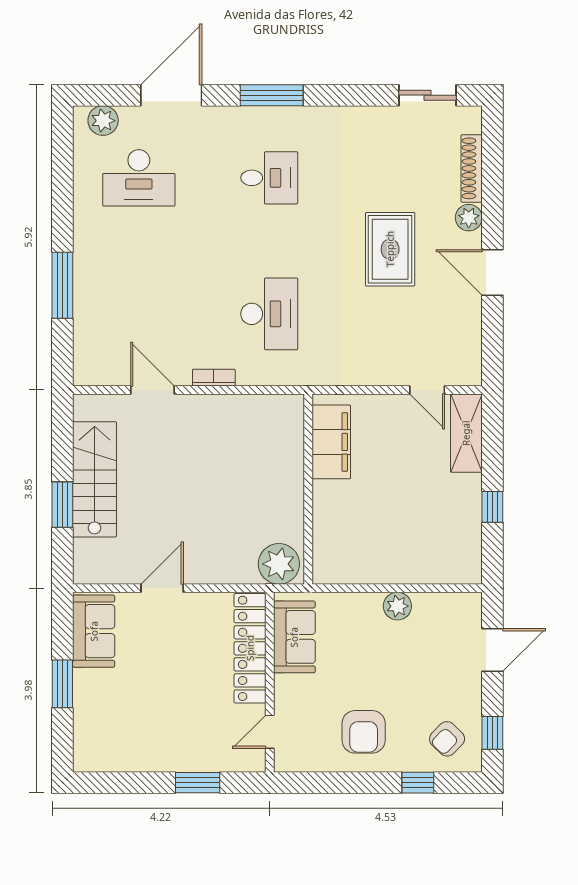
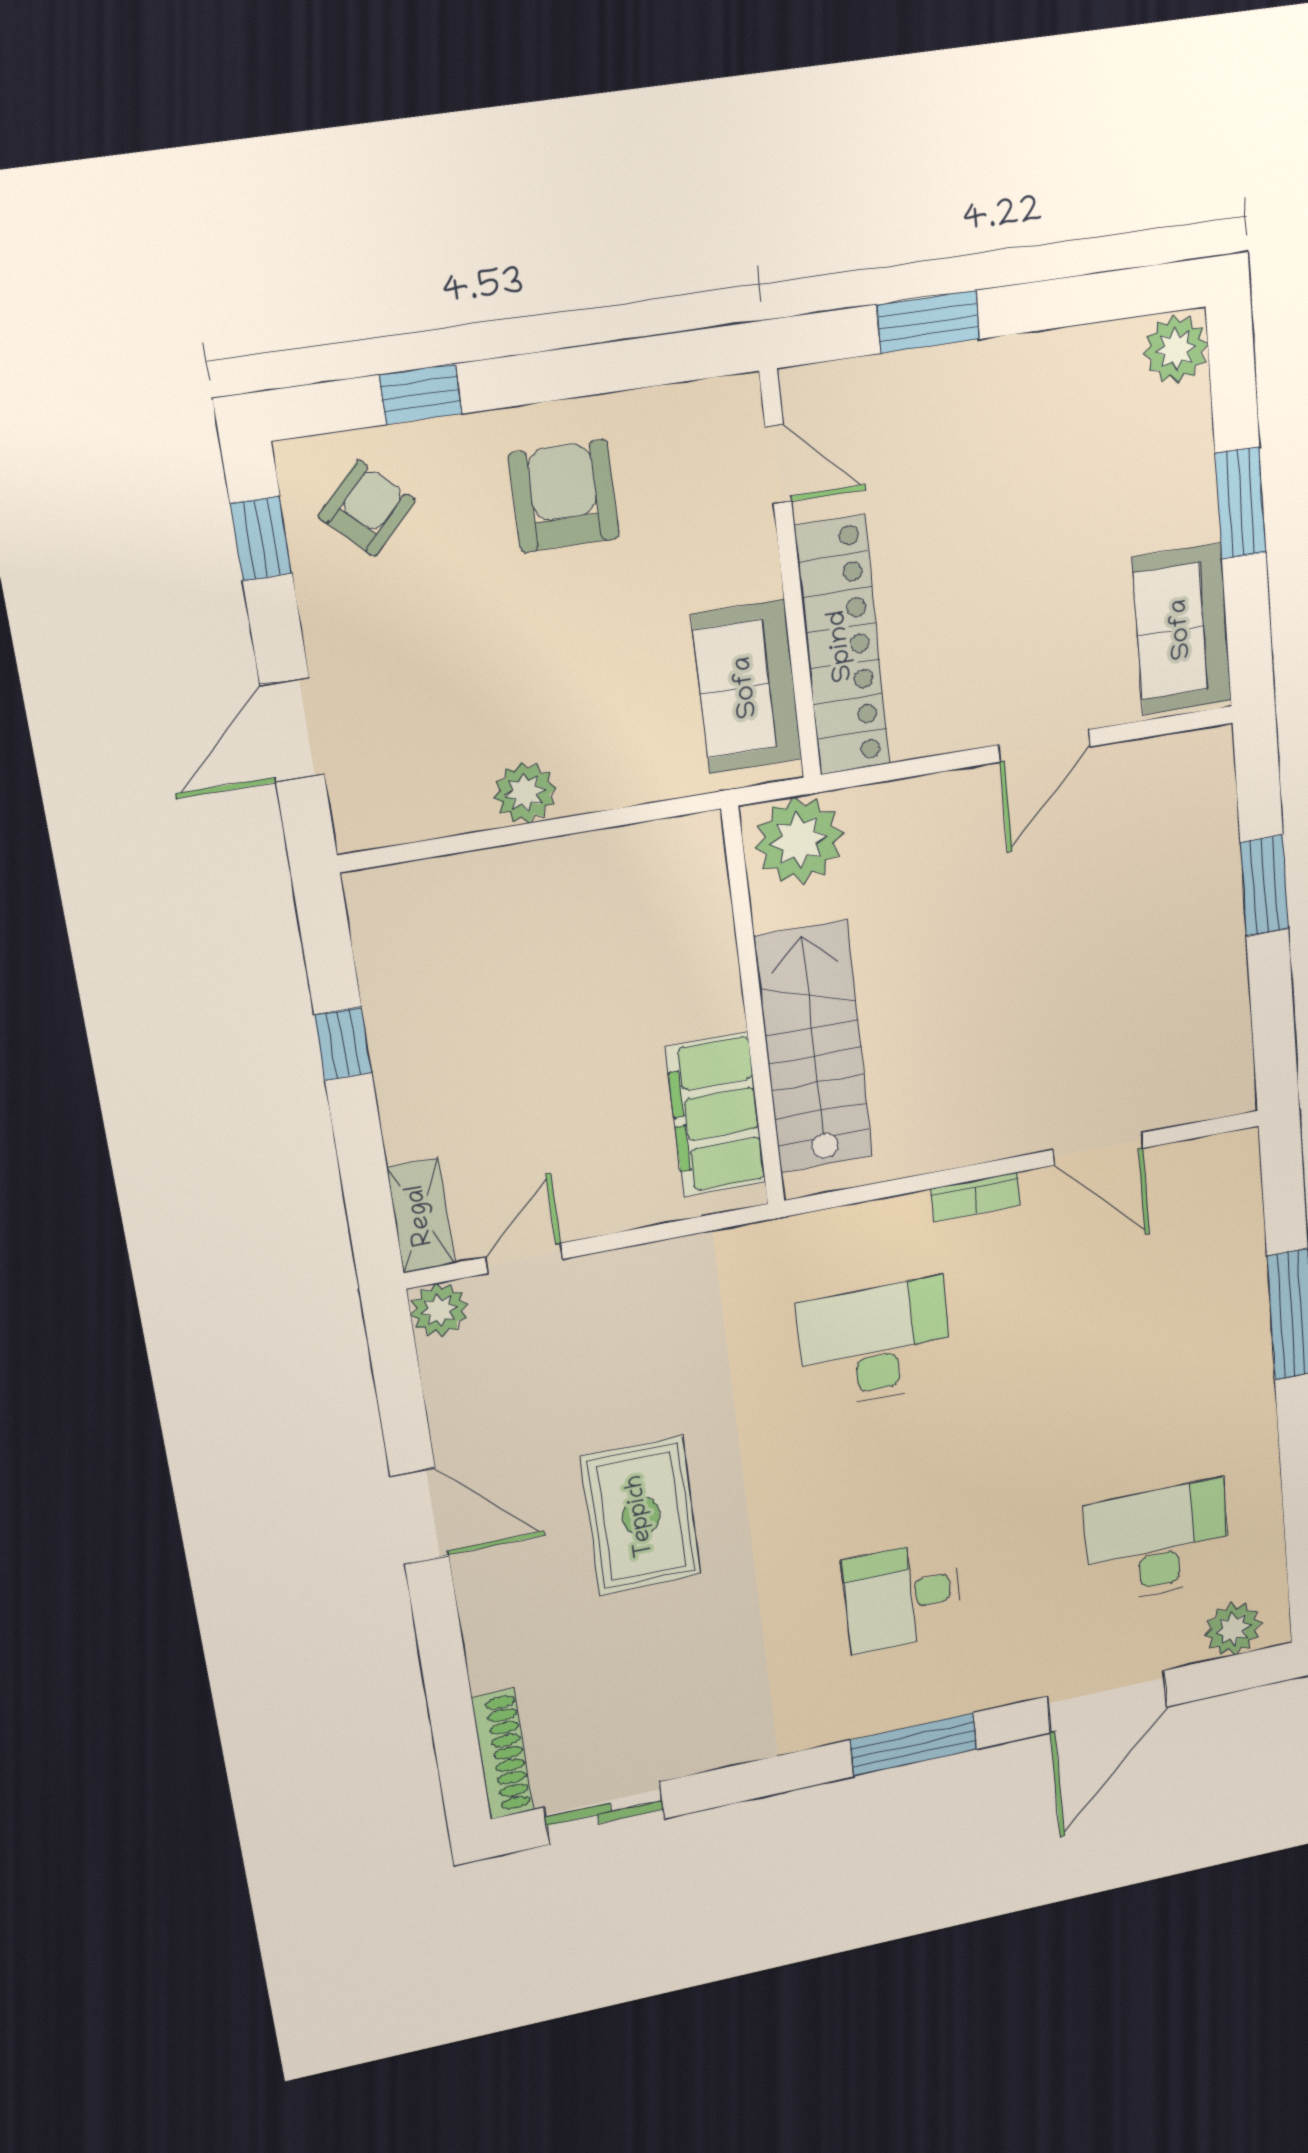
shoe rack: (472, 168) -> (502, 1754), moved
plant: (469, 218) -> (439, 1310), moved
desk: (269, 314) -> (875, 1343), turned 90
door: (427, 390) -> (524, 1258), hinge flipped
shelving: (466, 433) -> (421, 1215), width x0.67, depth x0.75
stairs: (95, 479) -> (814, 1048), moved, turned 180
door: (270, 732) -> (778, 464), hinge flipped
plant: (88, 756) -> (1176, 349), added

